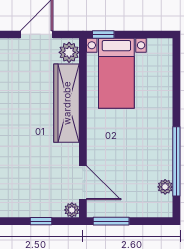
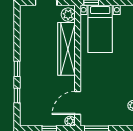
door: (83, 183) -> (78, 103), swing flipped

